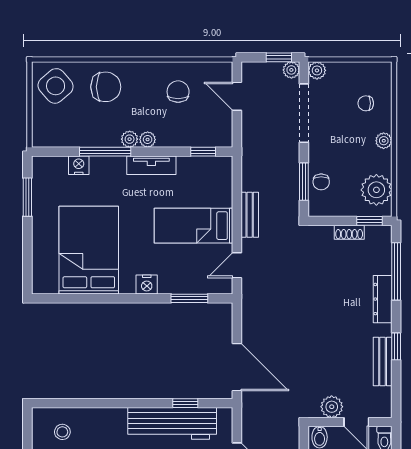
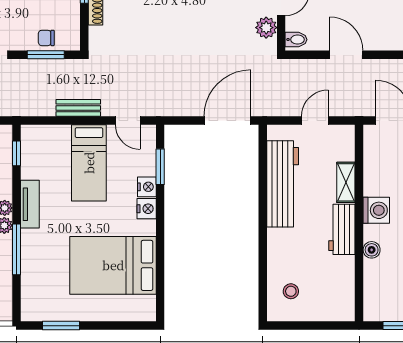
nightstand: (79, 165) -> (147, 187), moved, turned 180
chair: (321, 182) -> (46, 38), turned 180
window: (185, 403) -> (263, 171), removed

